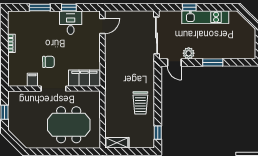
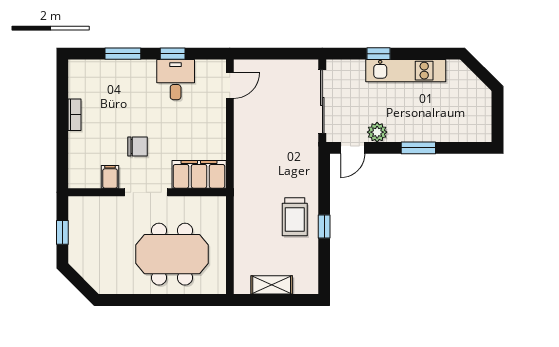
door: (174, 62) -> (353, 148), hinge flipped
window: (158, 133) -> (324, 226), moved
shelving: (117, 143) -> (272, 285), moved

